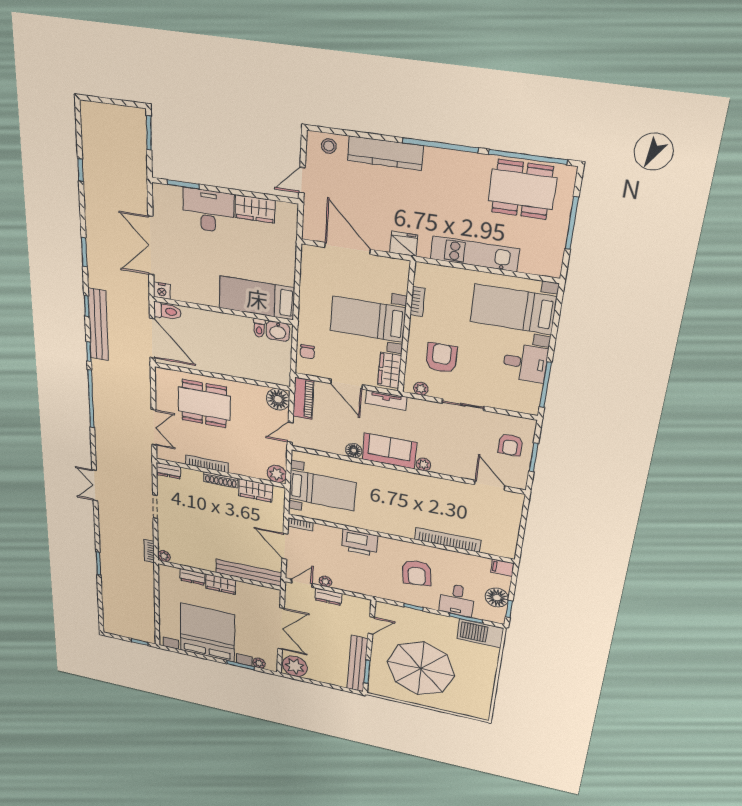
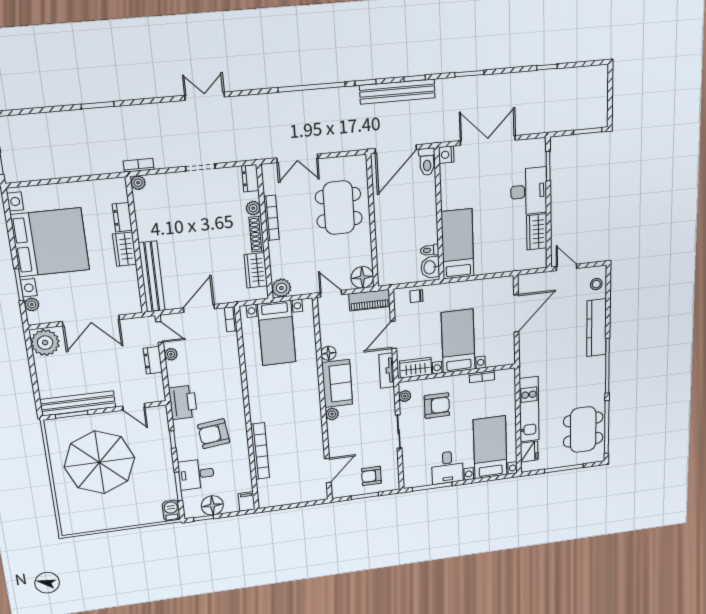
fridge: (404, 244) -> (529, 452), moved
plant: (196, 476) -> (253, 208), added
printer: (360, 543) -> (183, 402), moved, turned 180
barbecue: (480, 633) -> (171, 511), width x0.53, depth x0.65

